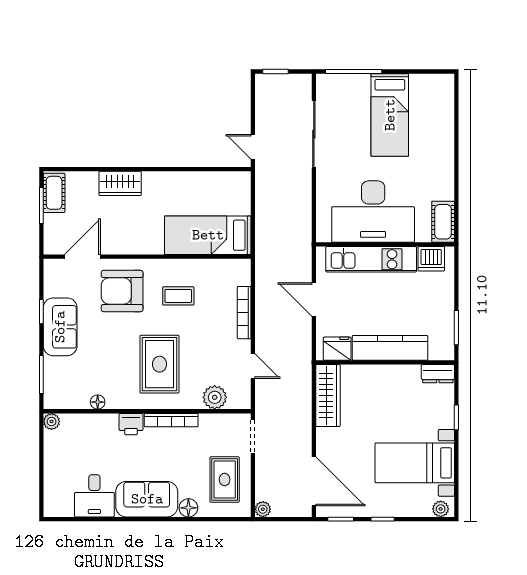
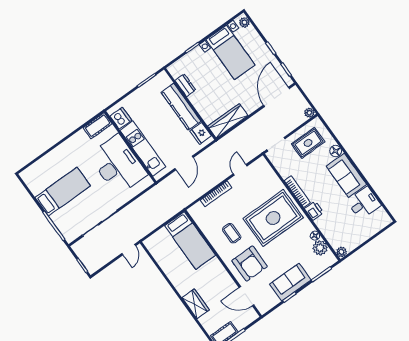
rug: (160, 364) -> (273, 218), width x1.37, depth x1.44
dresser: (438, 374) -> (185, 85), moved
plant: (215, 397) -> (320, 248), moved

